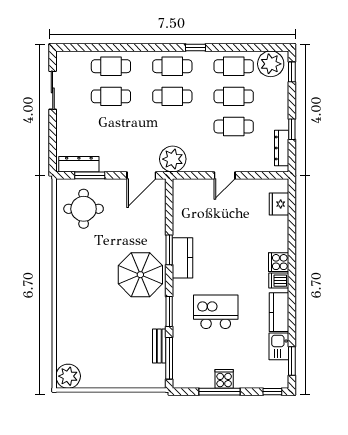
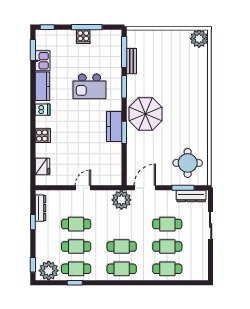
window: (196, 48) -> (75, 283), moved
sliding door: (53, 90) -> (211, 225), moved
cafe table: (111, 127) -> (167, 224), added
cooker: (279, 262) -> (43, 136), moved

